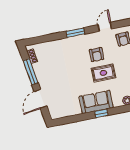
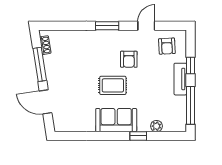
rug: (103, 73) -> (113, 85), moved
door: (41, 99) -> (46, 102), hinge flipped
window: (101, 113) -> (138, 136), moved

